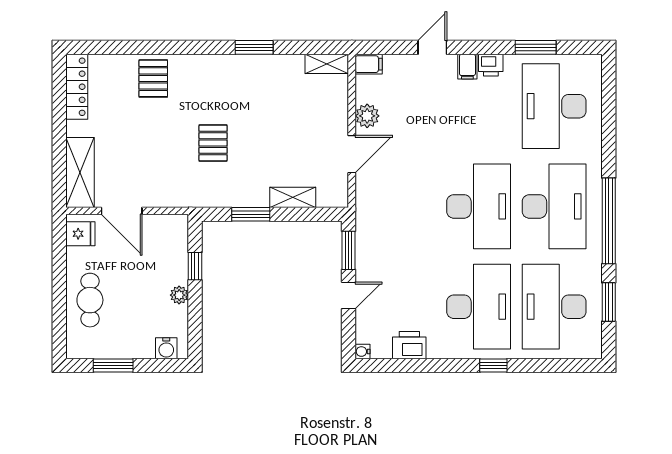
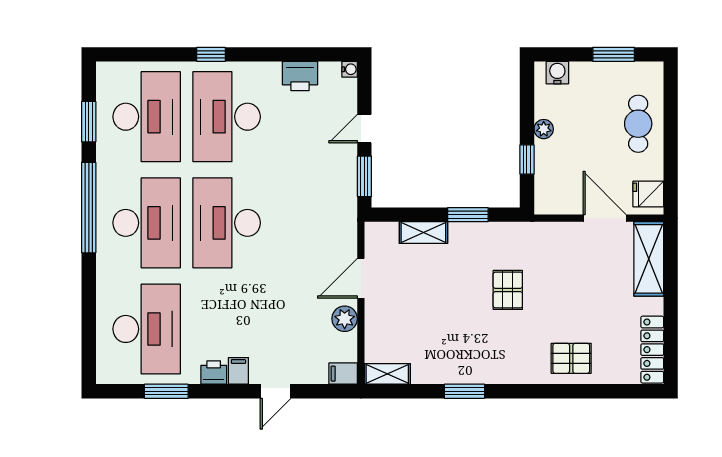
pallet: (153, 78) -> (571, 358), turned 90
desk: (554, 206) -> (147, 223), turned 180

